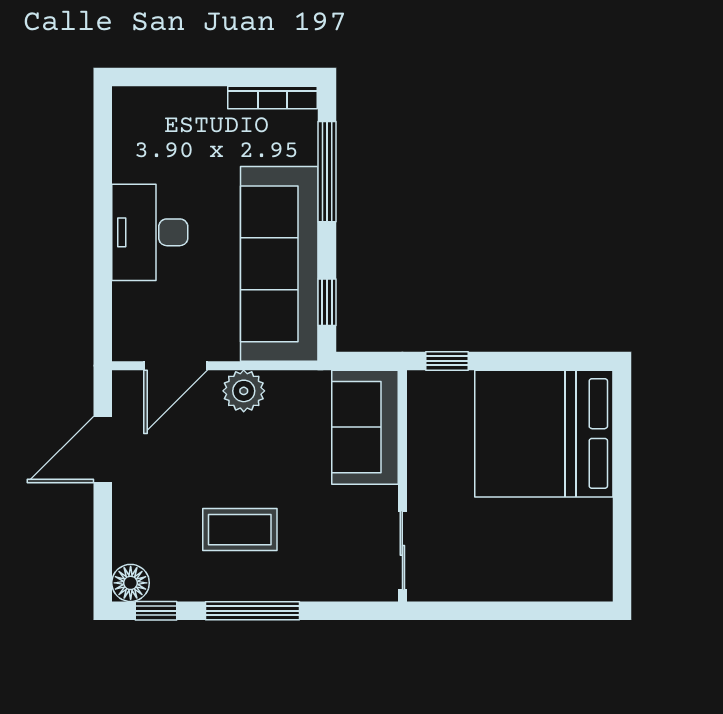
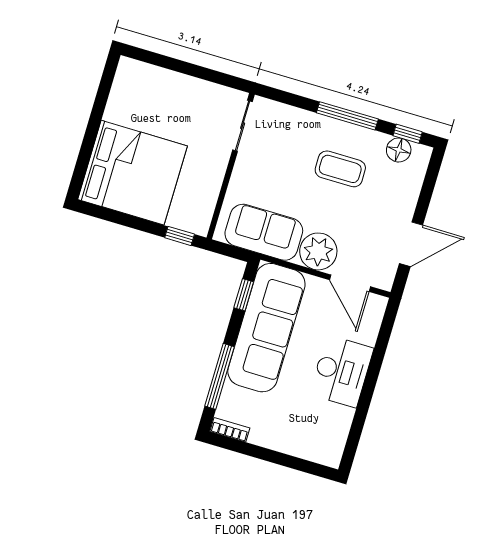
bookcase: (273, 97) -> (230, 430), width x0.64
door: (176, 366) -> (350, 283), swing flipped
plant: (244, 391) -> (318, 251), width x1.36, depth x1.36
sofa: (365, 427) -> (264, 232), moved, turned -90
floor lamp: (131, 583) -> (399, 150), moved

